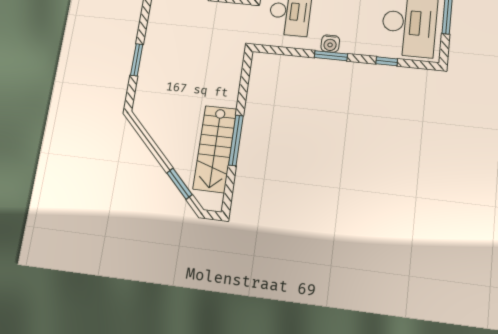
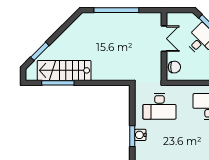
window: (137, 60) -> (116, 10), width x2.11
window: (236, 140) -> (58, 83), moved

